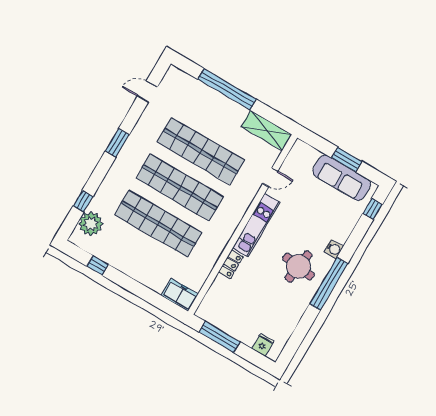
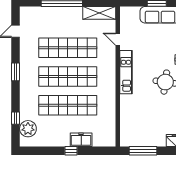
door: (270, 177) -> (118, 39), swing flipped
locker: (231, 264) -> (125, 104), removed
window: (98, 265) -> (71, 151), moved
freezer: (180, 295) -> (81, 140), moved

